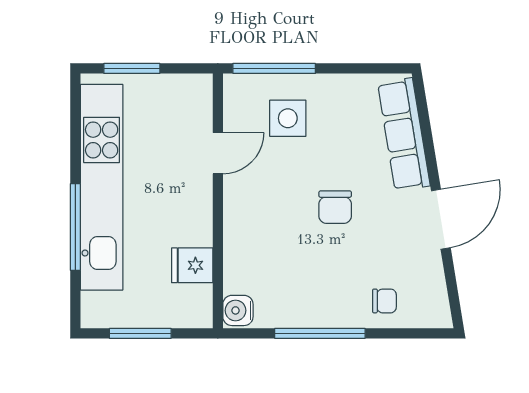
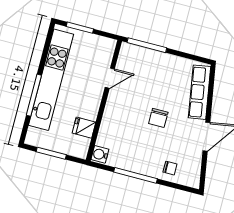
side table: (288, 118) -> (147, 70), removed

